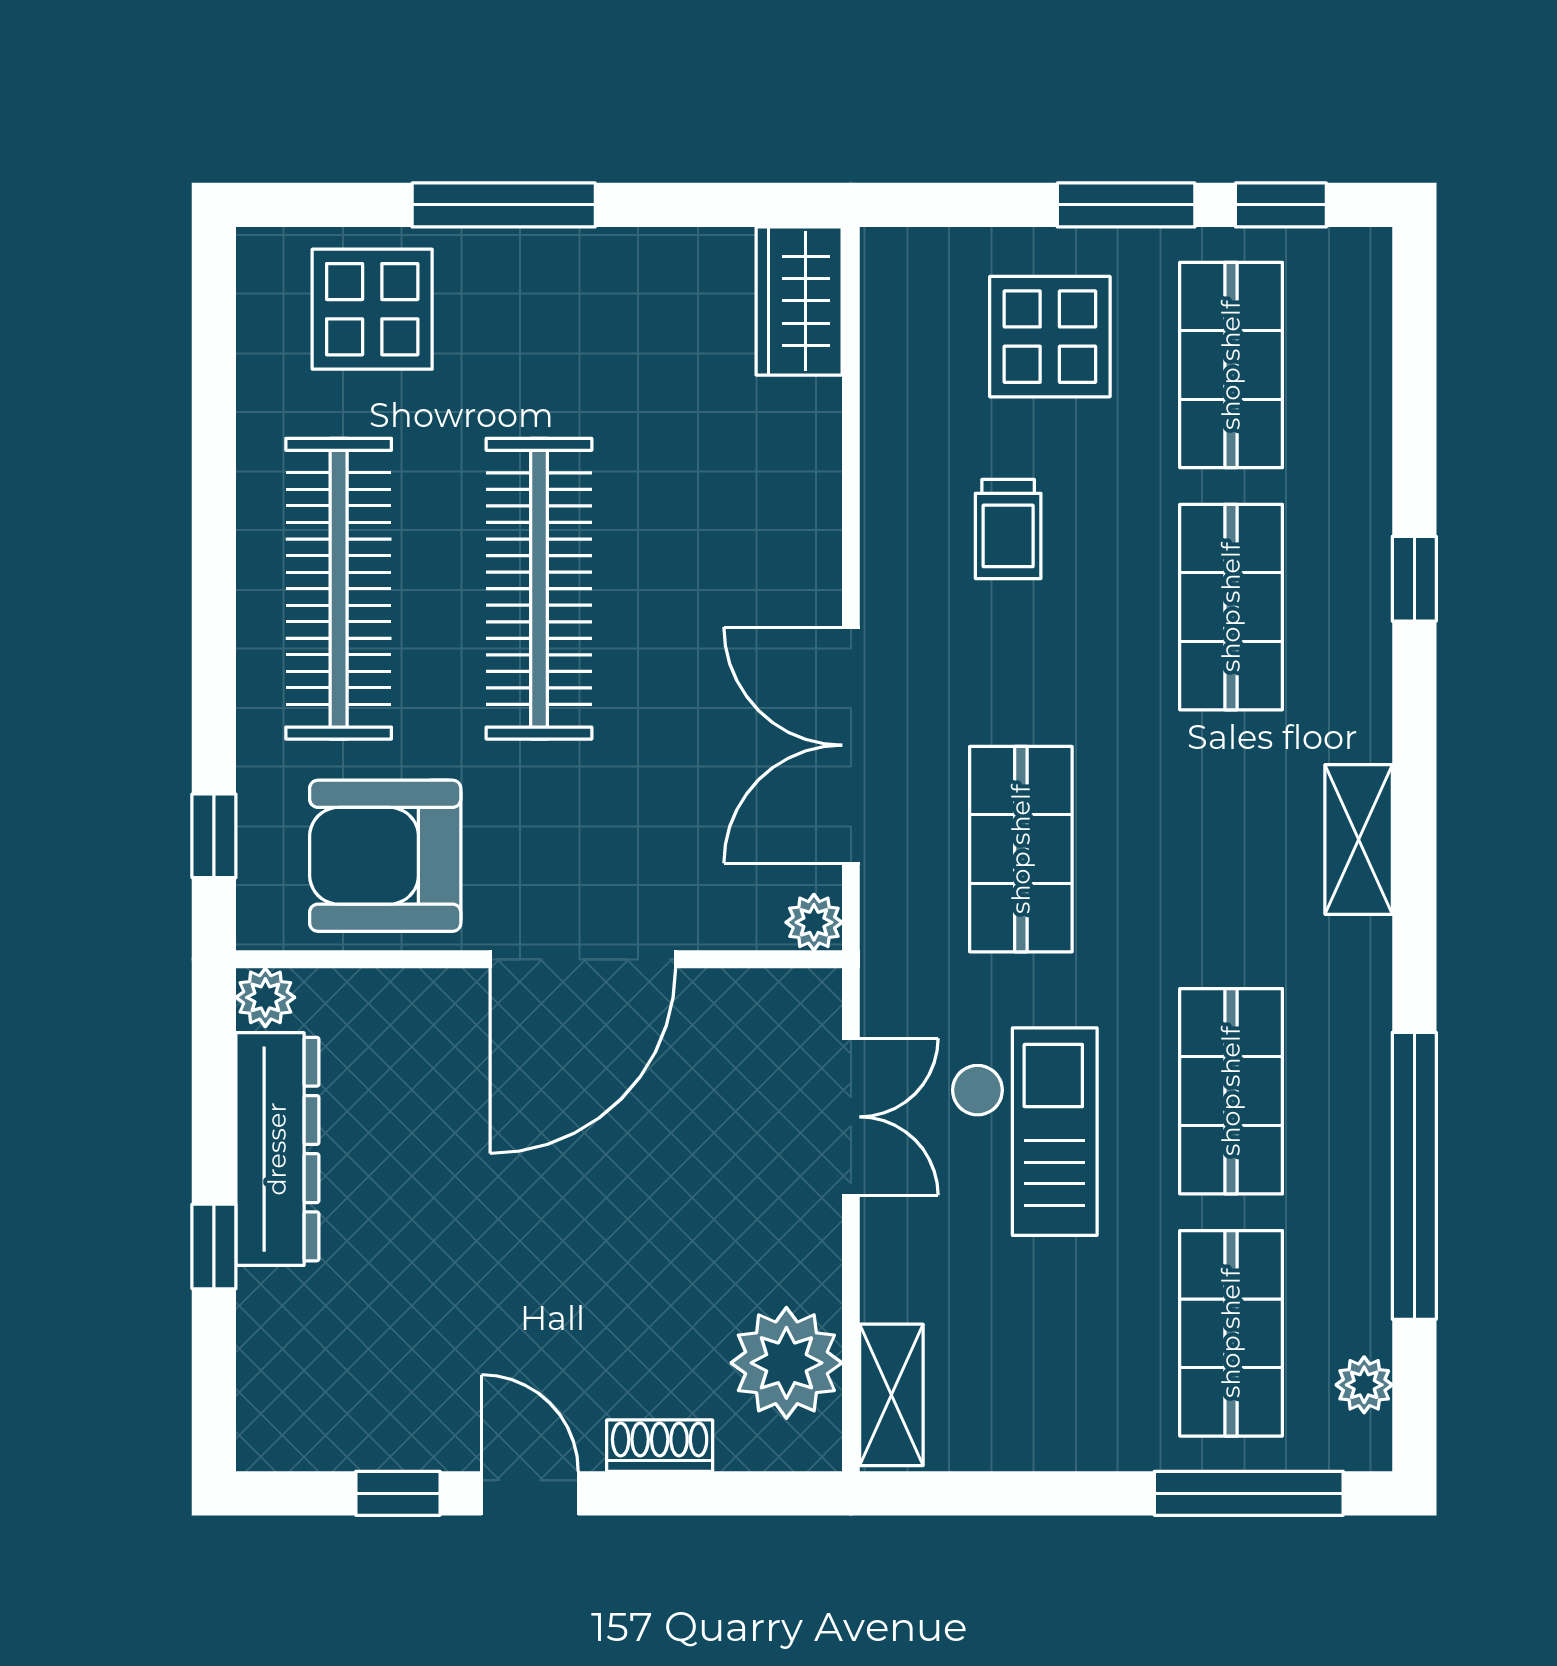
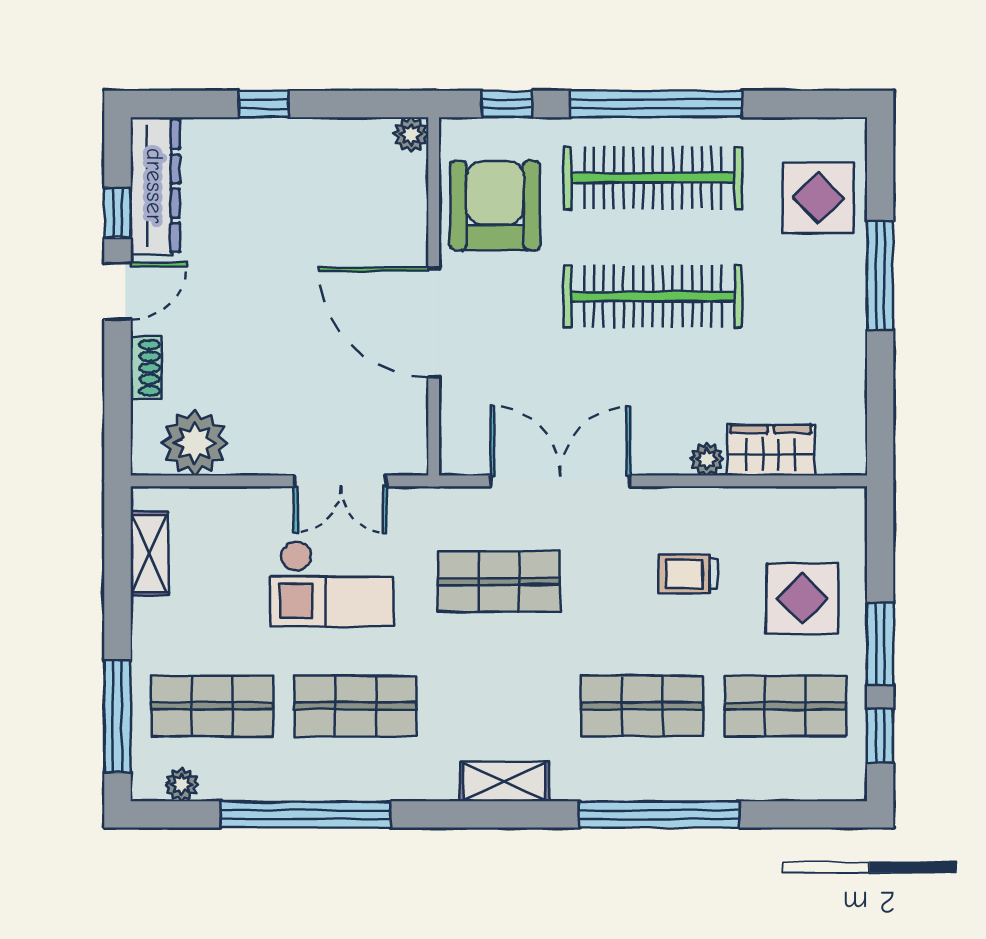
wardrobe: (799, 301) -> (771, 450), moved
window: (1414, 579) -> (659, 814), width x3.17
window: (214, 583) -> (656, 104), added
plant: (814, 922) -> (707, 459), moved
dresser: (277, 1149) -> (155, 186), moved, turned -90
shelving: (891, 1395) -> (149, 554), moved, turned 90

